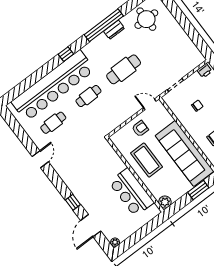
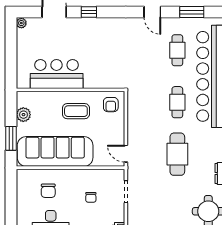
door: (150, 104) -> (126, 154), swing flipped
armchair: (140, 129) -> (111, 105), moved
window: (20, 133) -> (192, 12), added
coffee table: (147, 160) -> (76, 111), width x0.73, depth x0.76
plant: (165, 202) -> (23, 115), moved

